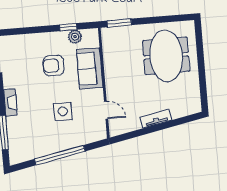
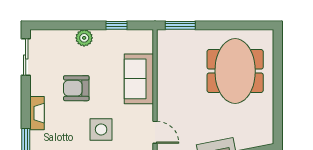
plant: (75, 37) -> (84, 38), moved
armchair: (54, 66) -> (76, 88), moved

